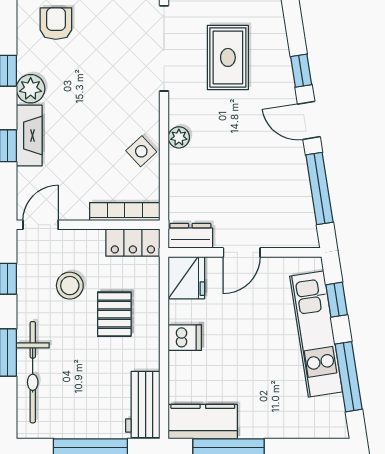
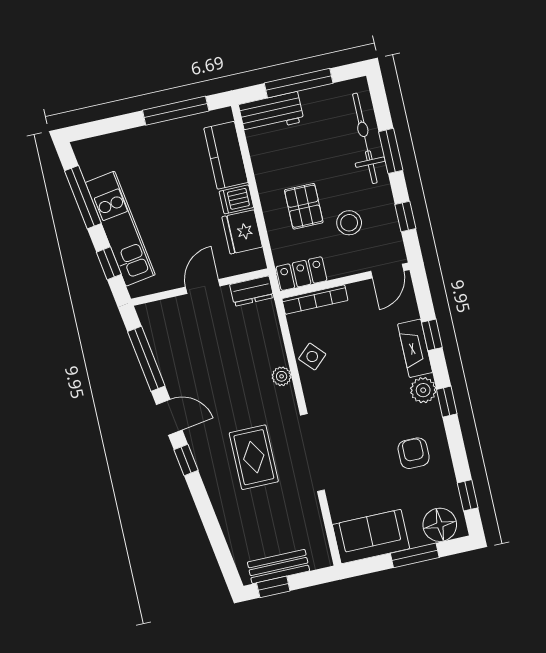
armchair: (56, 24) -> (414, 453), turned 180
fridge: (186, 278) -> (242, 232), moved
workbench: (143, 404) -> (271, 113), moved, turned 90
kitchen counter: (203, 422) -> (226, 155), moved, turned 90

